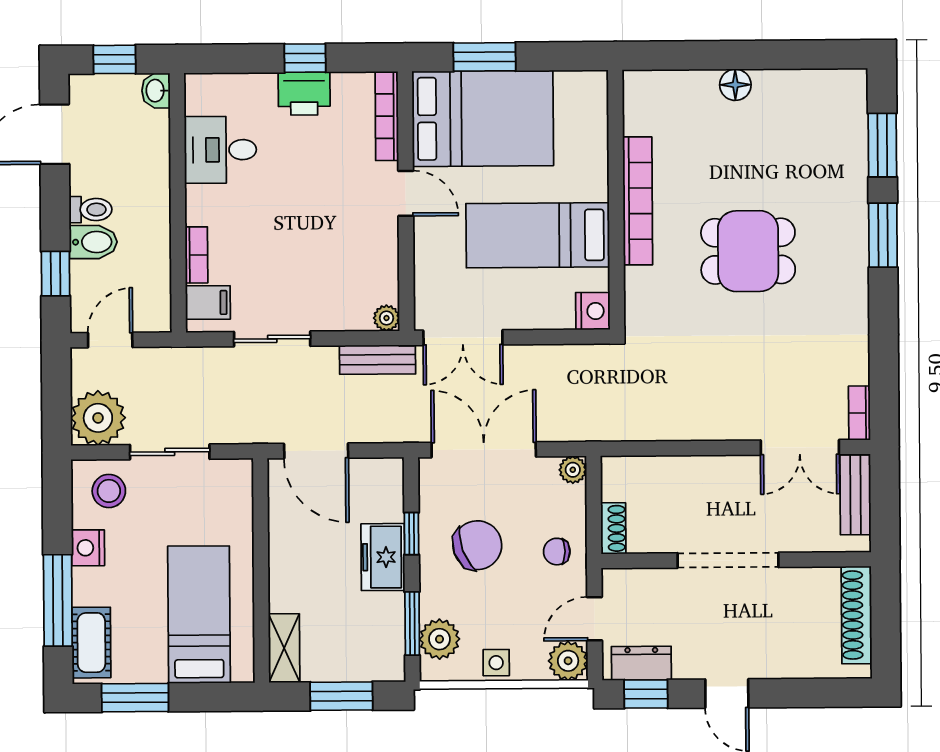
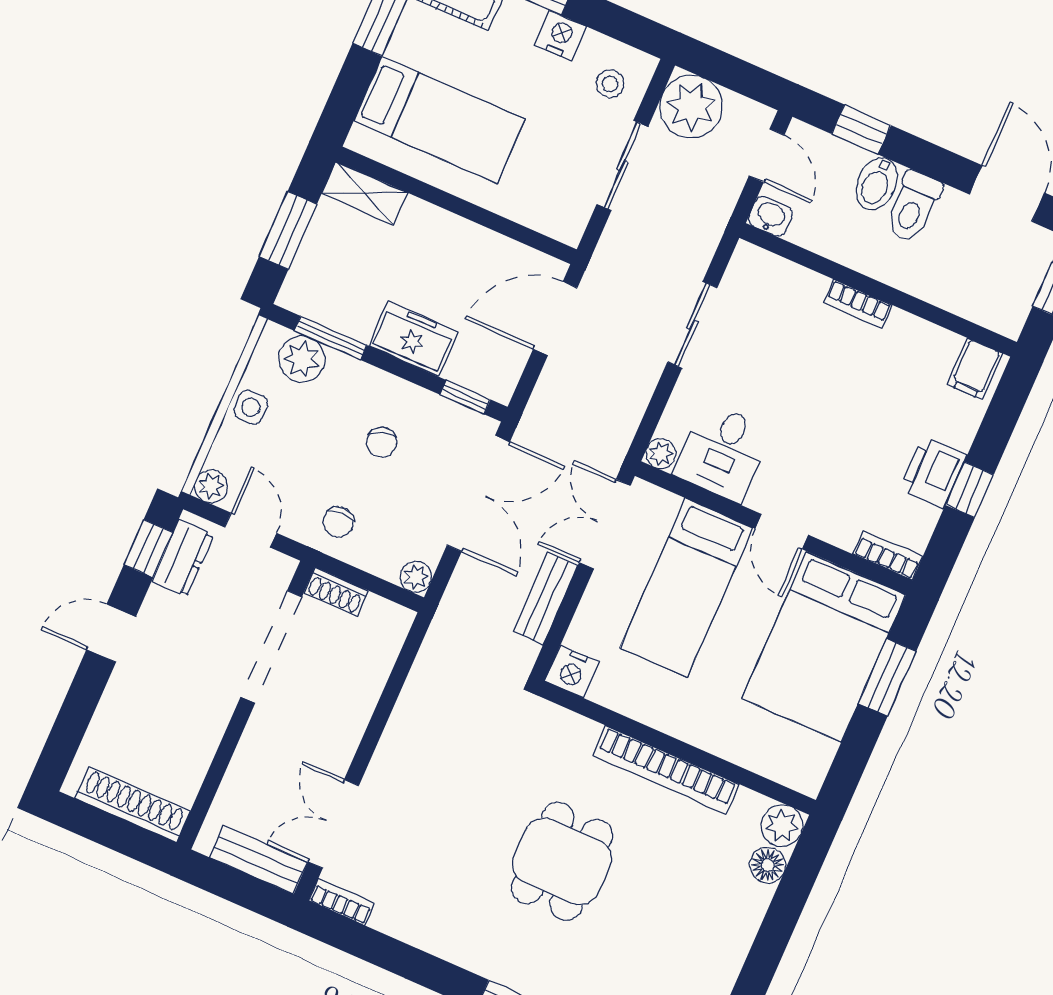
floor lamp: (735, 85) -> (768, 865), moved
plant: (641, 88) -> (782, 825), added
washbasin: (156, 91) -> (770, 216), moved
bookcase: (387, 116) -> (888, 555), width x0.64
desk: (220, 150) -> (723, 452), moved, turned 180
door: (406, 193) -> (782, 532), hinge flipped
toilet: (91, 210) -> (913, 207), width x1.37, depth x1.39
bed: (538, 235) -> (686, 588), moved, turned 180
bookcase: (196, 255) -> (858, 304), moved
filing cabinet: (208, 303) -> (975, 369), moved
bench: (378, 360) -> (545, 598), moved
stool: (109, 491) -> (610, 84), width x0.73, depth x0.73
window: (412, 534) -> (465, 397), moved
chair: (477, 545) -> (382, 442), width x0.54, depth x0.54
chair: (557, 552) -> (338, 522), turned 180
doorway: (728, 560) -> (271, 647), moved
plant: (568, 661) -> (211, 486), width x0.73, depth x0.73

